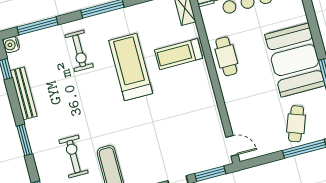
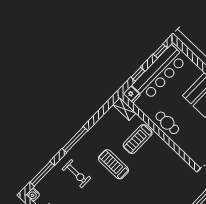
treadmill: (131, 67) -> (113, 164), width x0.73, depth x0.73

